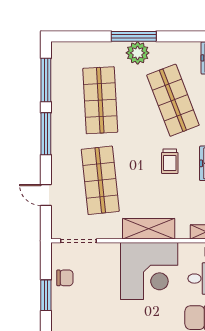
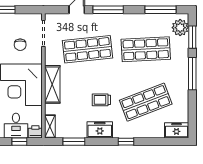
window: (84, 36) -> (192, 37), added
plant: (138, 53) -> (180, 28), moved
window: (46, 134) -> (108, 10), moved
chair: (65, 278) -> (20, 45), moved

